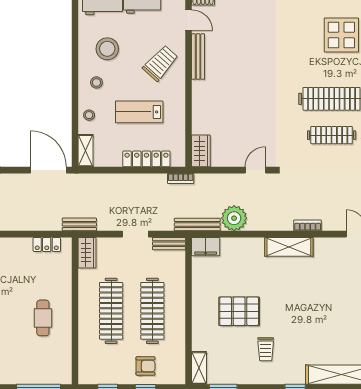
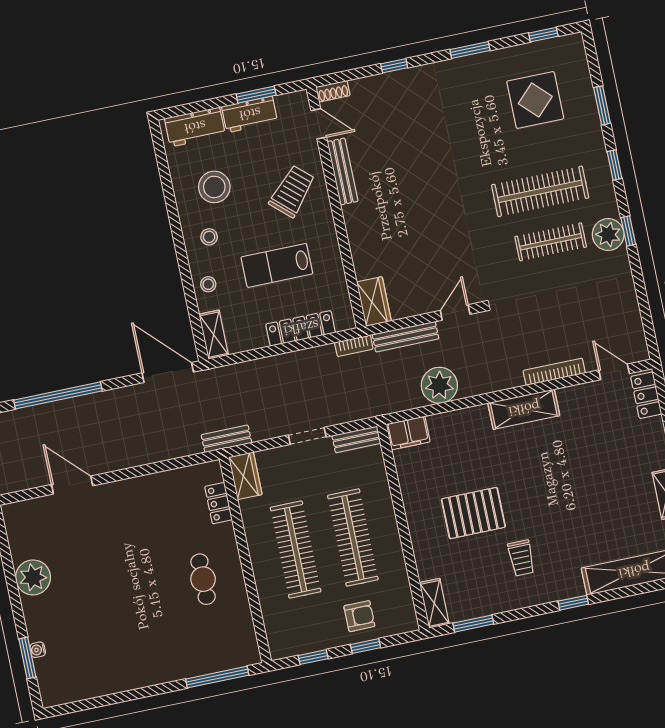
bench: (197, 225) -> (405, 337), moved
bookcase: (308, 225) -> (554, 372), width x1.56
locker: (47, 245) -> (218, 503), moved, turned 90

